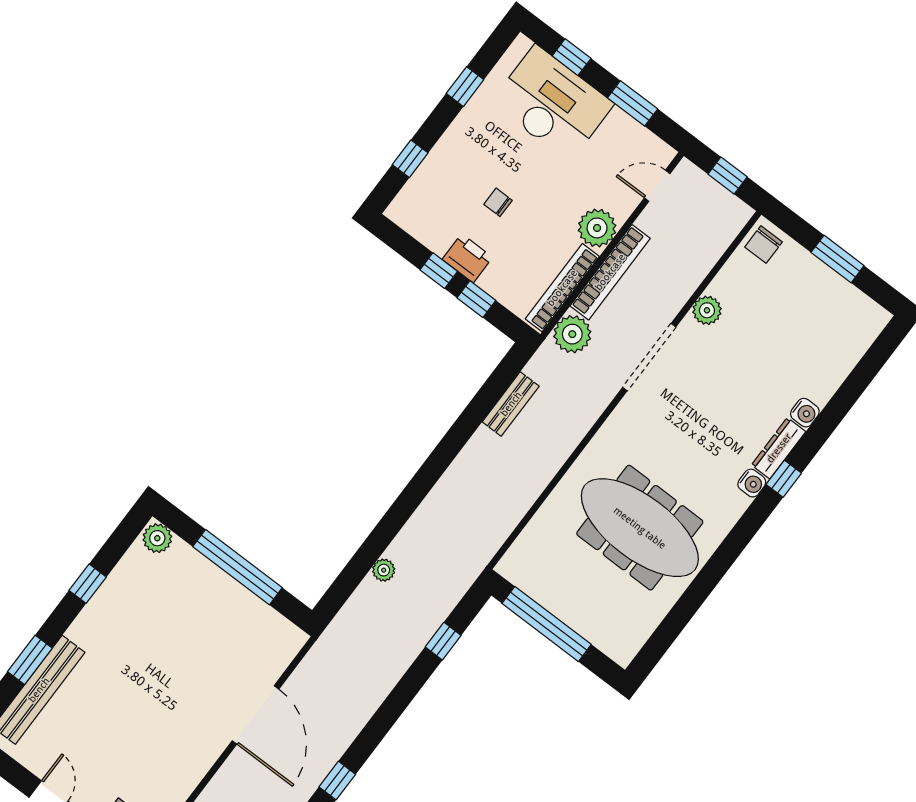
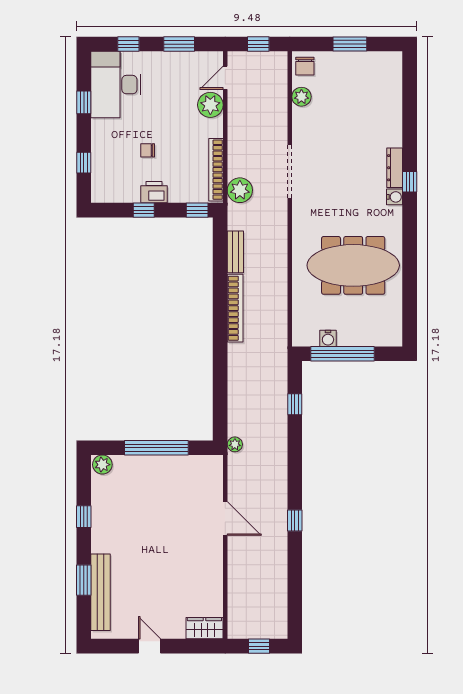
desk: (552, 103) -> (116, 85), moved, turned -90
plant: (597, 228) -> (210, 105), moved
bookcase: (610, 272) -> (235, 308), moved
window: (476, 299) -> (197, 210), moved
plant: (707, 310) -> (301, 97), moved
water cooler: (805, 413) -> (328, 338), moved, turned 90
plant: (384, 570) -> (235, 444), moved
door: (255, 715) -> (225, 519), width x0.73

